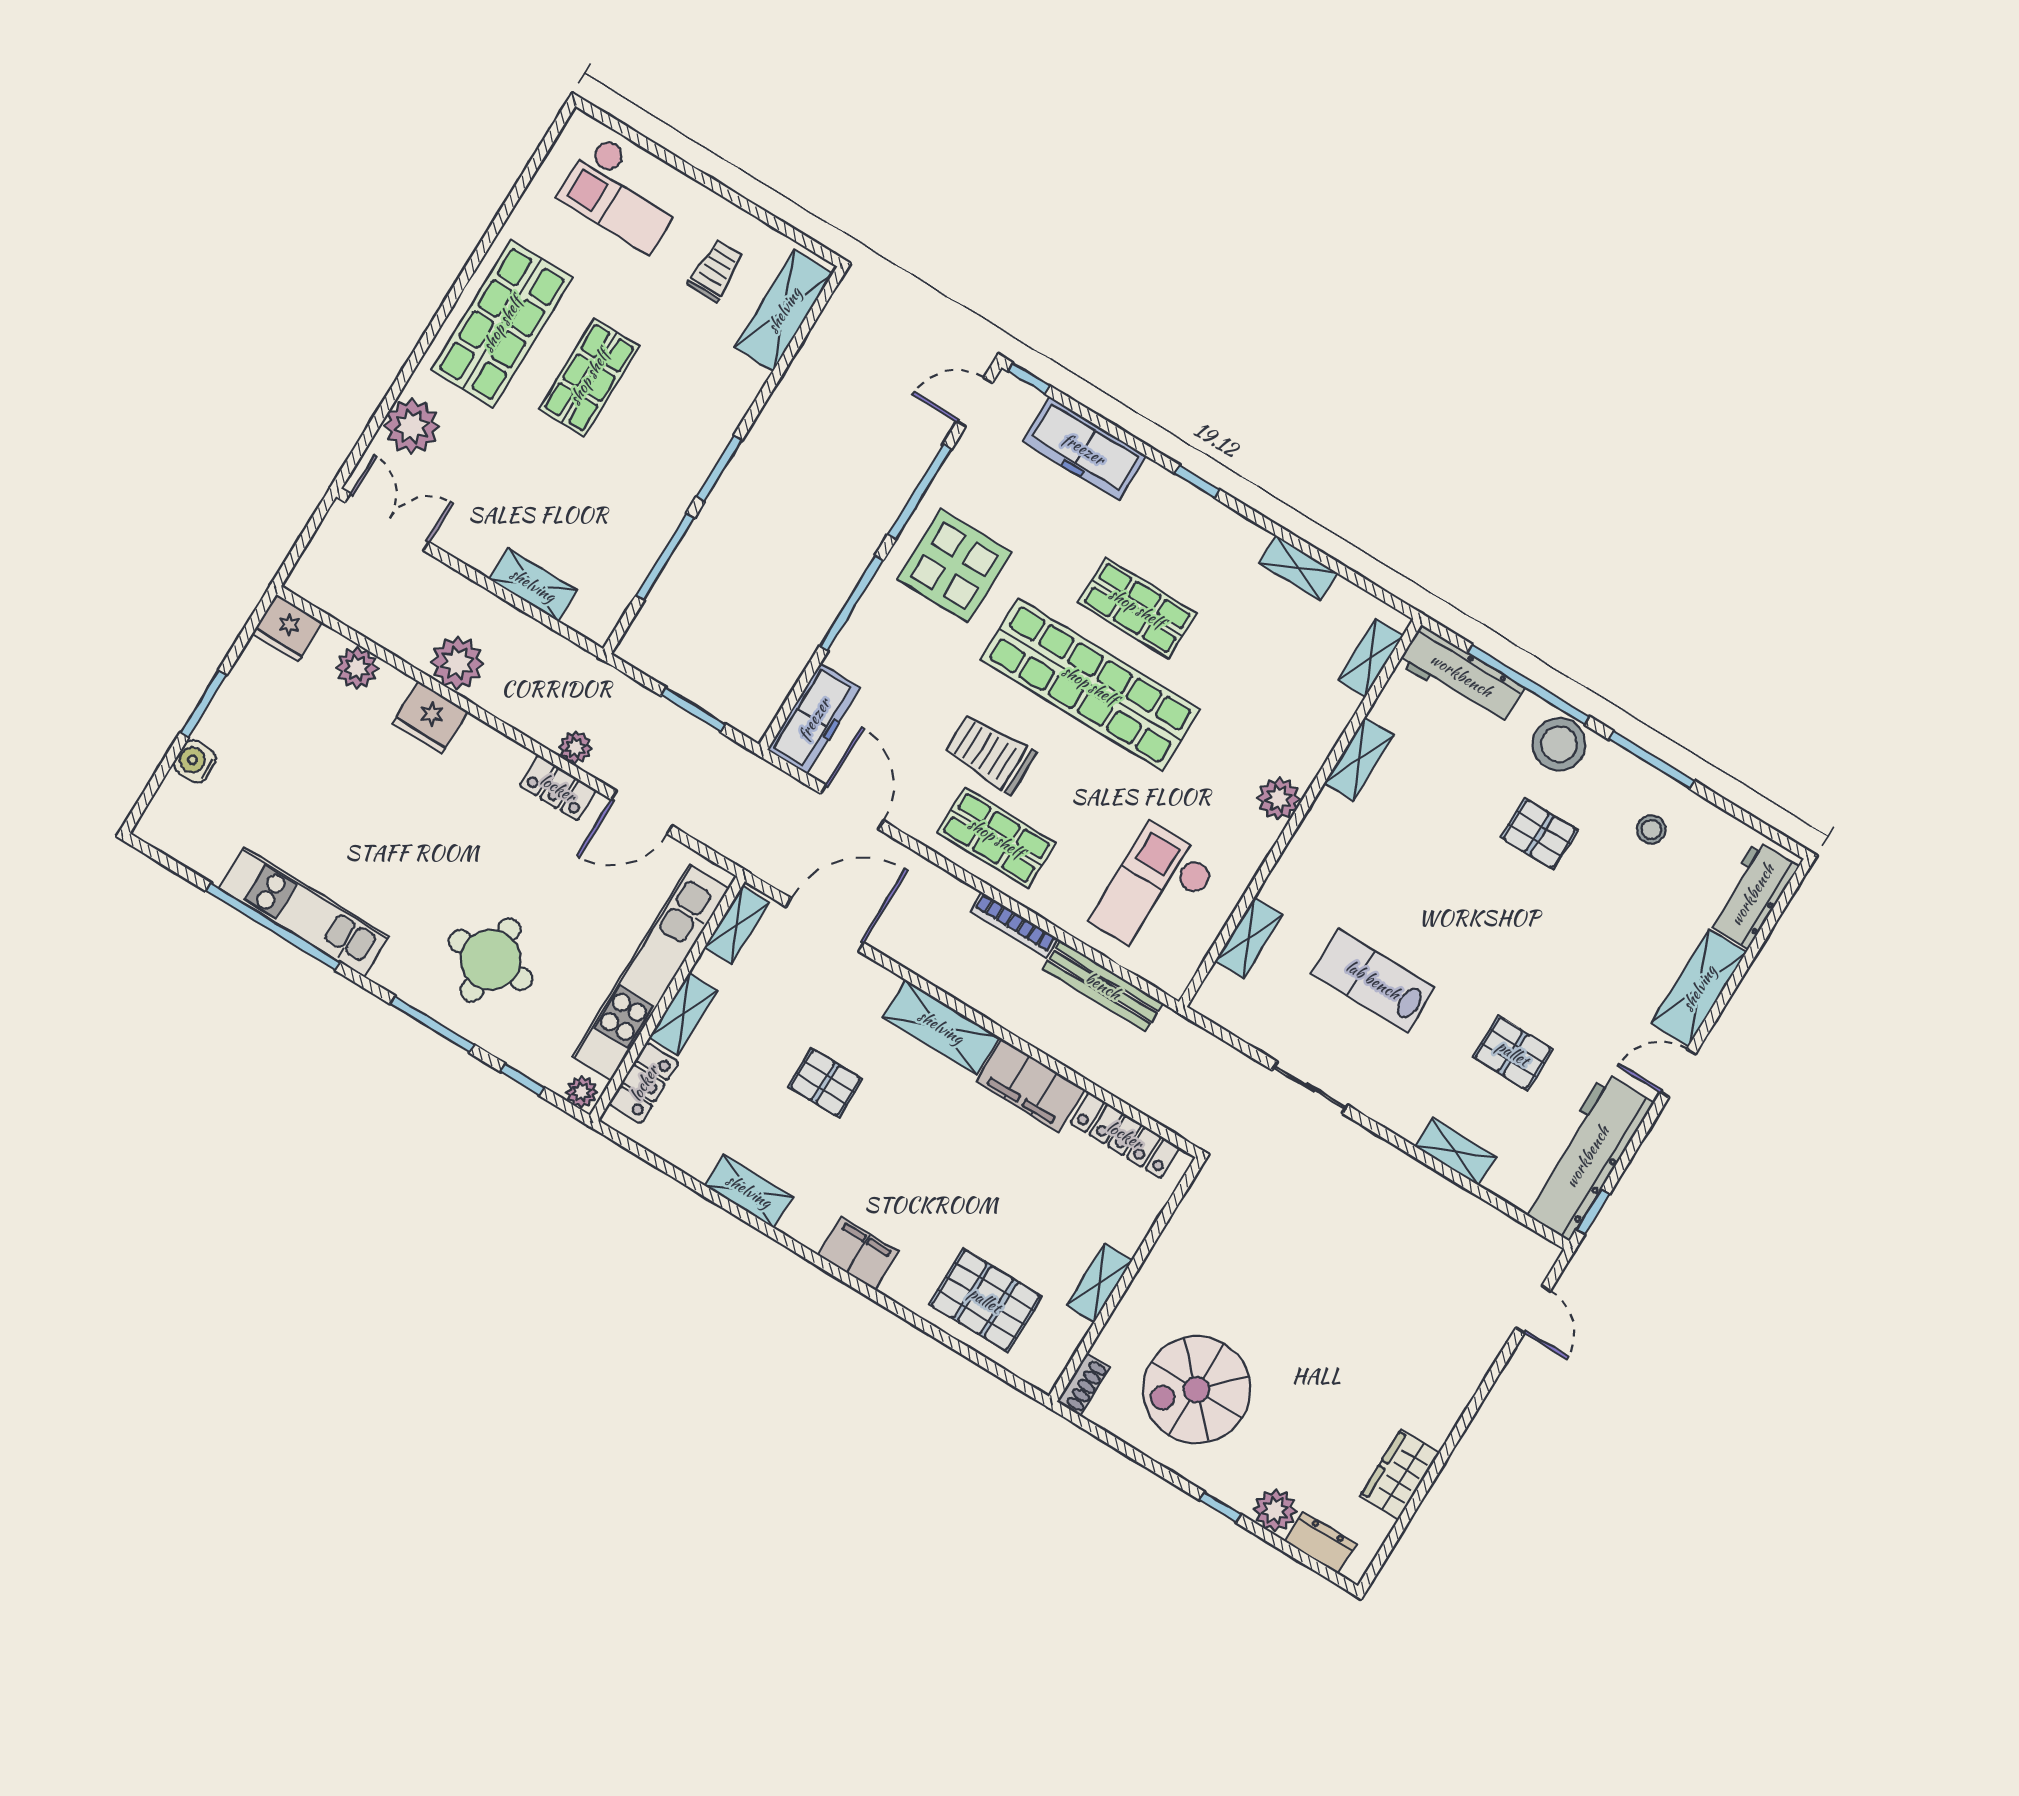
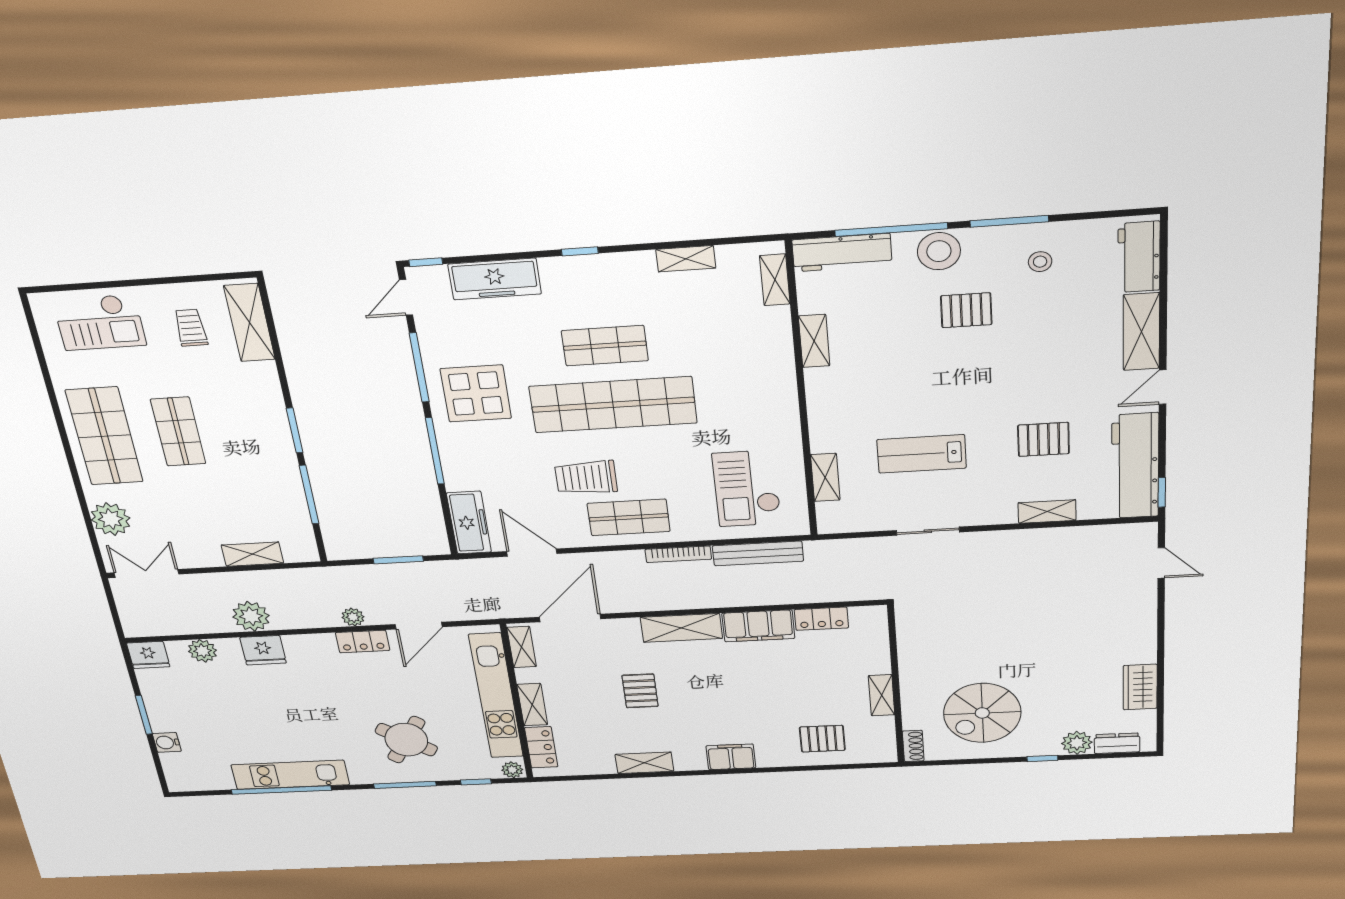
plant: (1279, 799) -> (781, 393), removed
round table: (491, 960) -> (406, 740), turned 33
pallet: (825, 1083) -> (640, 691), turned 90
locker: (1125, 1135) -> (821, 619), width x0.66
pallet: (985, 1300) -> (822, 739), width x0.67, depth x0.71

